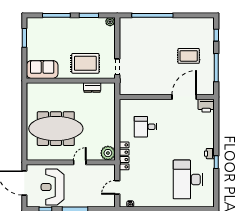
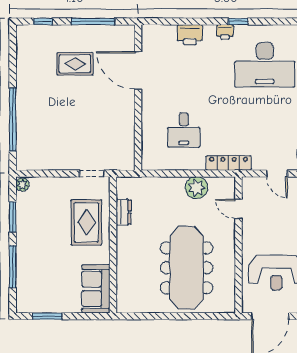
rug: (189, 56) -> (75, 64), turned 90
printer: (206, 106) -> (190, 35), moved, turned 90
plant: (108, 153) -> (196, 188), moved
door: (80, 162) -> (238, 209), moved

